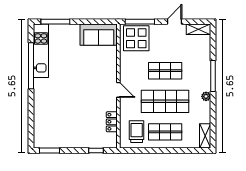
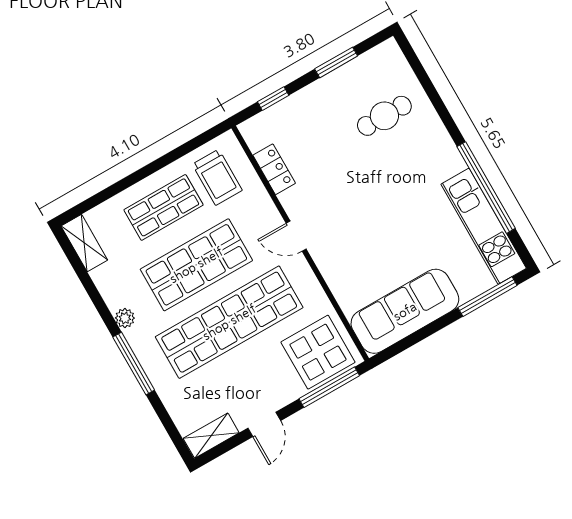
sofa: (99, 35) -> (405, 311), width x1.36
shop shelf: (165, 71) -> (229, 322), width x2.00, depth x1.36
cafe table: (55, 118) -> (384, 116), added
window: (50, 150) -> (336, 62), moved

